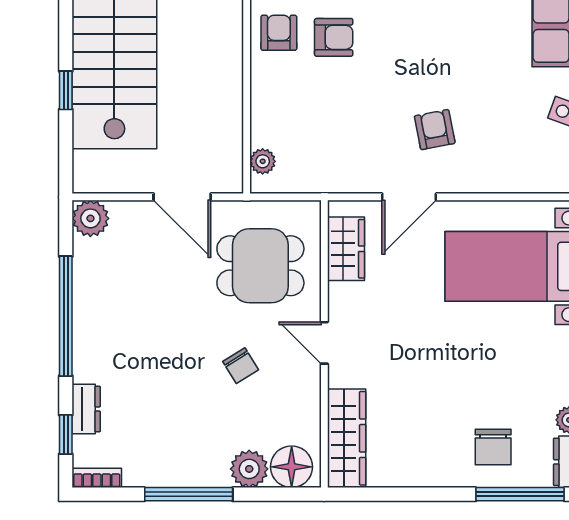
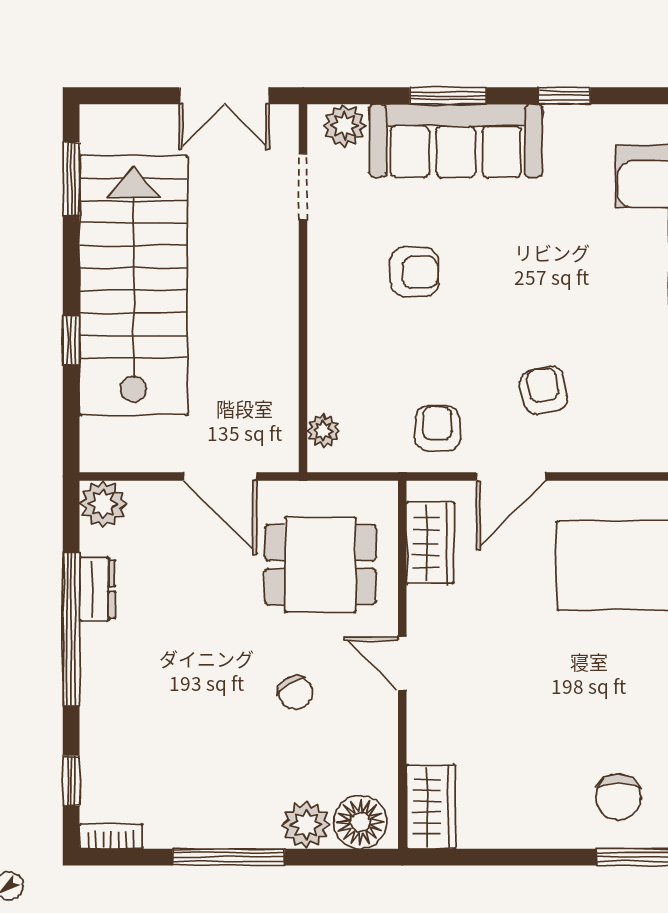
armchair: (279, 33) -> (437, 429), moved
dresser: (86, 409) -> (97, 589), moved
wardrobe: (347, 438) -> (431, 807), width x0.67

